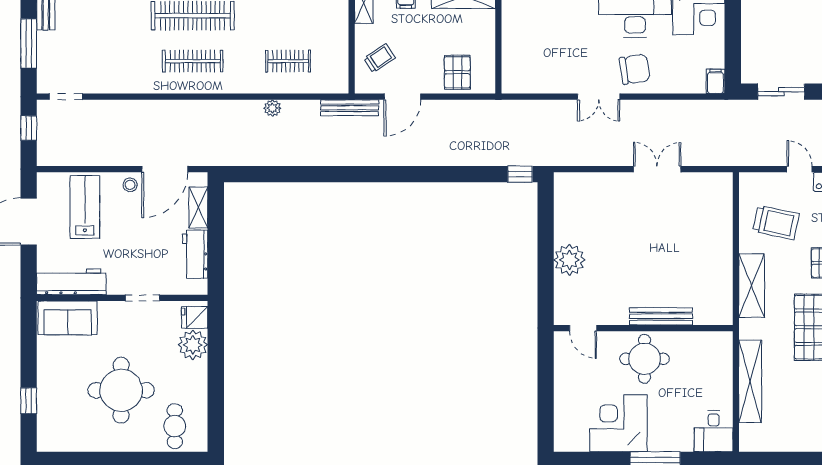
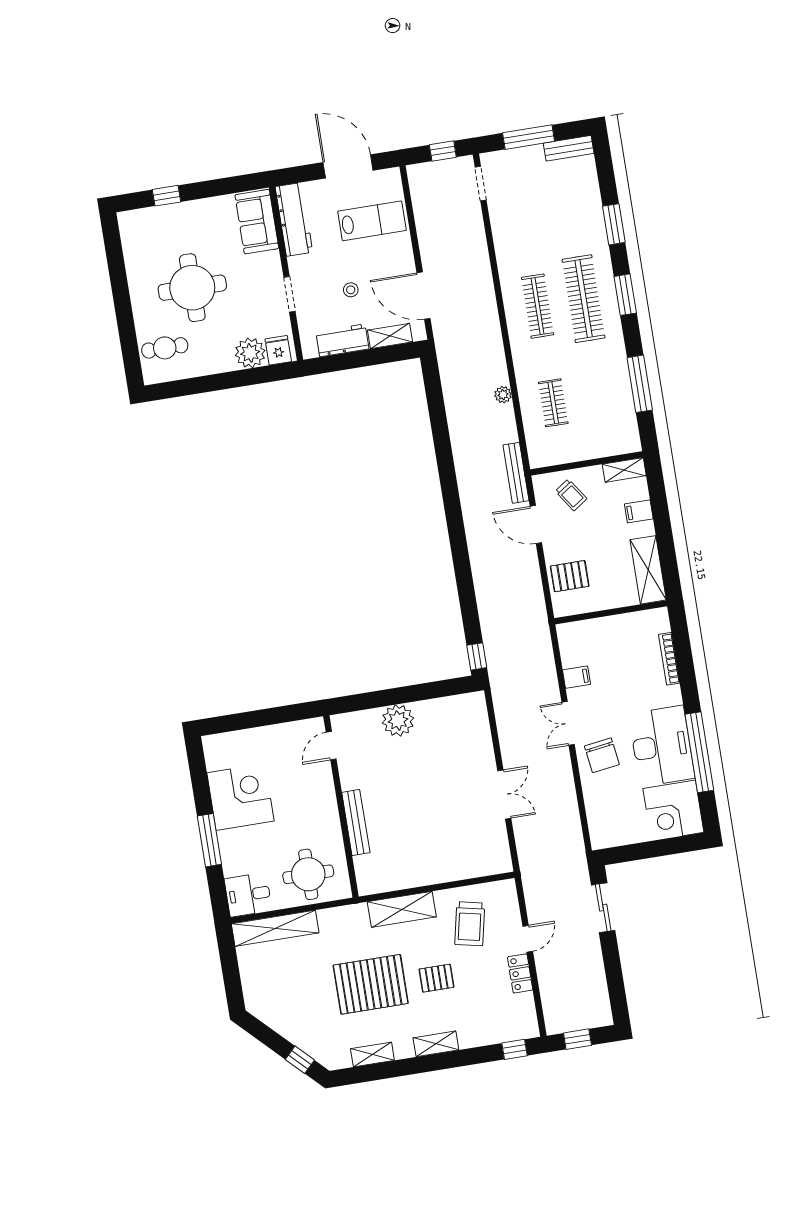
filing cabinet: (715, 81) -> (577, 677), moved
stool: (130, 185) -> (351, 290), moved
round table: (644, 359) -> (308, 874), moved
shelving: (750, 381) -> (275, 928), moved

